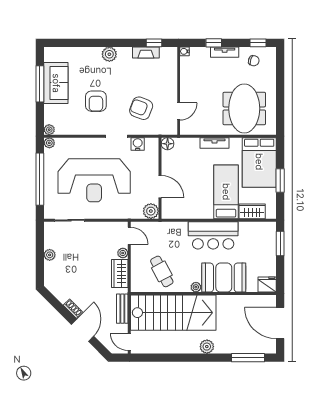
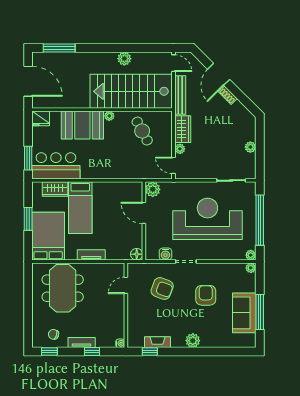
bar counter: (213, 235) -> (56, 166), moved
bench: (122, 309) -> (180, 95), width x1.36
plant: (207, 347) -> (124, 59), moved

